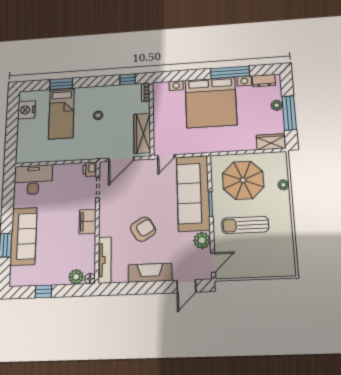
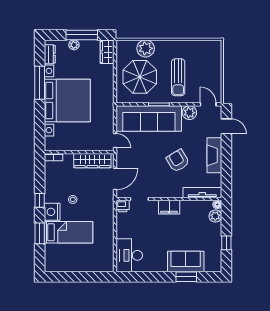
window: (128, 79) -> (40, 200), moved
nightstand: (26, 110) -> (52, 212), moved, turned 90
door: (121, 159) -> (115, 179), hinge flipped
plant: (283, 185) -> (146, 48), width x1.88, depth x1.88
sofa: (24, 236) -> (186, 261), width x0.73

